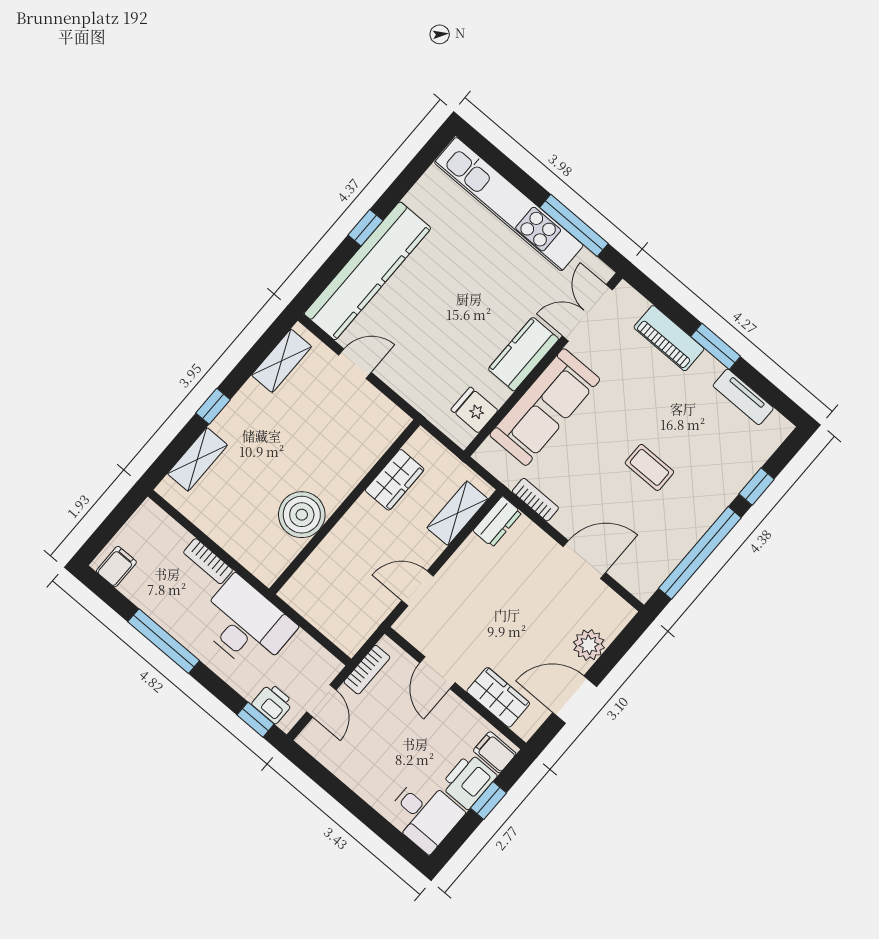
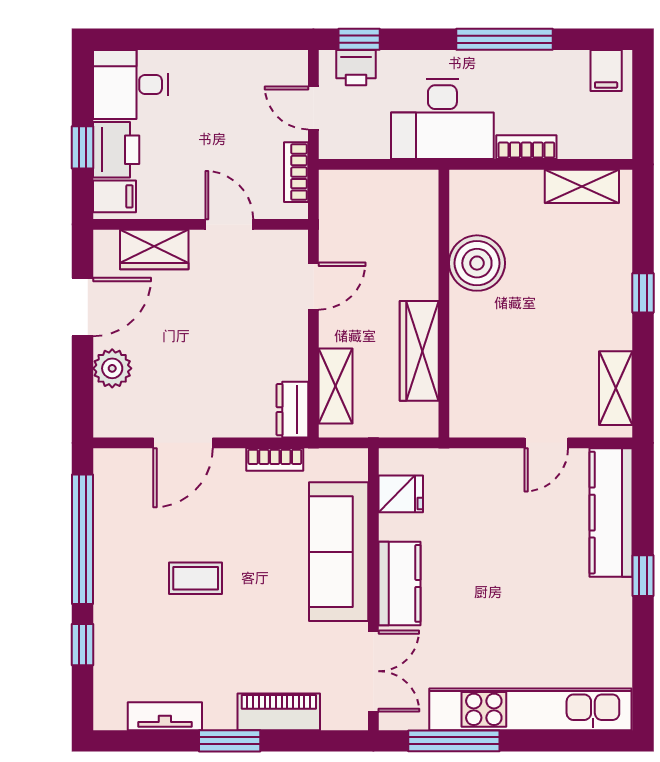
kitchen counter: (367, 271) -> (611, 513), width x0.72, depth x0.86
shelving: (197, 459) -> (582, 186), moved, turned 90
wardrobe: (395, 480) -> (419, 351), width x1.50

